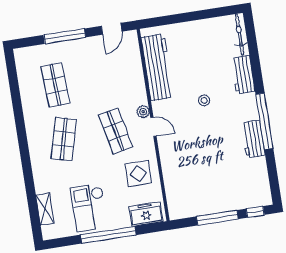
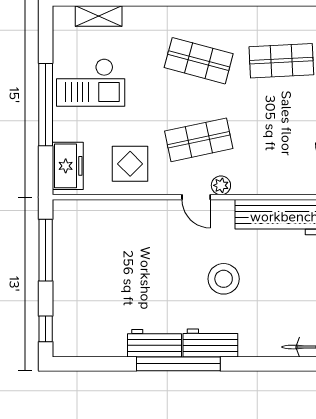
workbench: (243, 75) -> (210, 343), moved
stool: (204, 100) -> (224, 279), width x1.89, depth x1.89
door: (153, 127) -> (196, 197), hinge flipped
checkout: (89, 208) -> (91, 82), turned 180
window: (217, 218) -> (46, 250), moved

